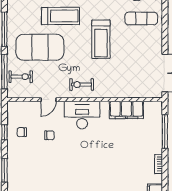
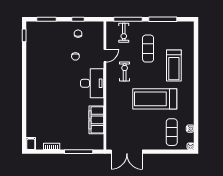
treadmill: (101, 39) -> (155, 99), width x1.37, depth x1.38
exercise mat: (40, 47) -> (148, 49), width x0.50, depth x0.69
exercise bike: (81, 85) -> (125, 71), moved
door: (48, 100) -> (105, 56), swing flipped

